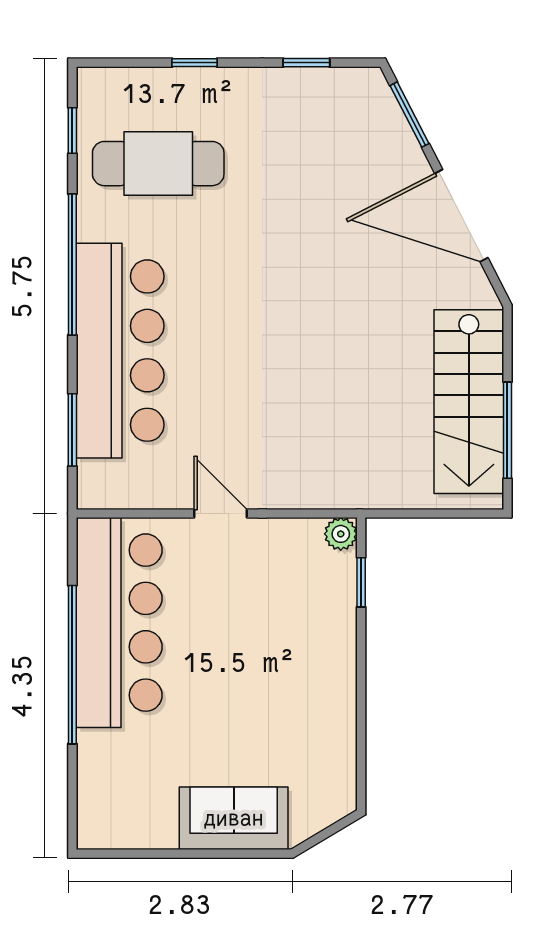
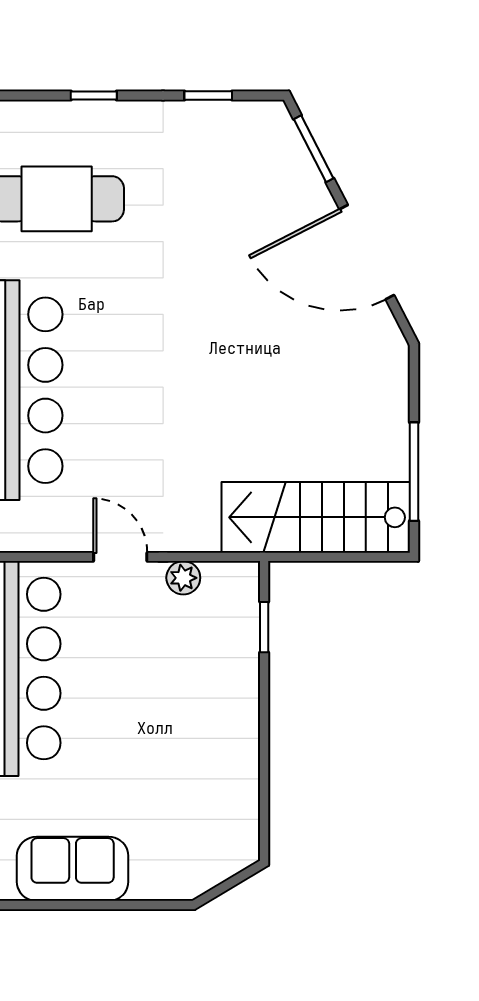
stairs: (469, 402) -> (316, 517), moved, turned 90
plant: (341, 534) -> (183, 578), moved
sofa: (234, 818) -> (73, 869), moved

